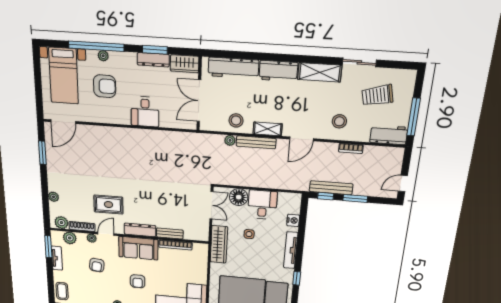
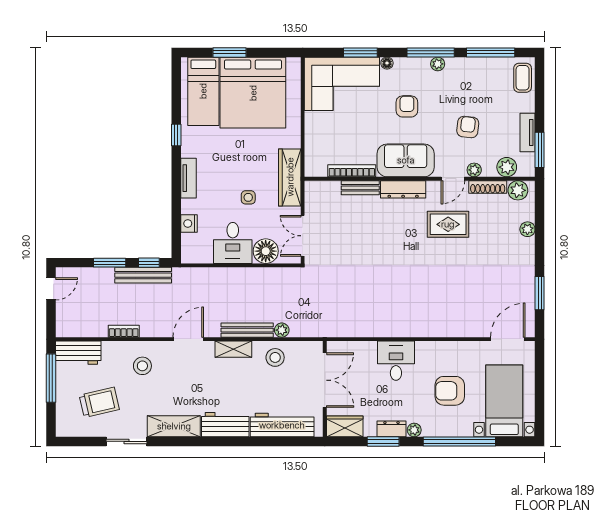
plant: (103, 56) -> (414, 430), moved
dresser: (153, 60) -> (391, 429), width x0.70
tv unit: (291, 250) -> (189, 178), width x0.71

